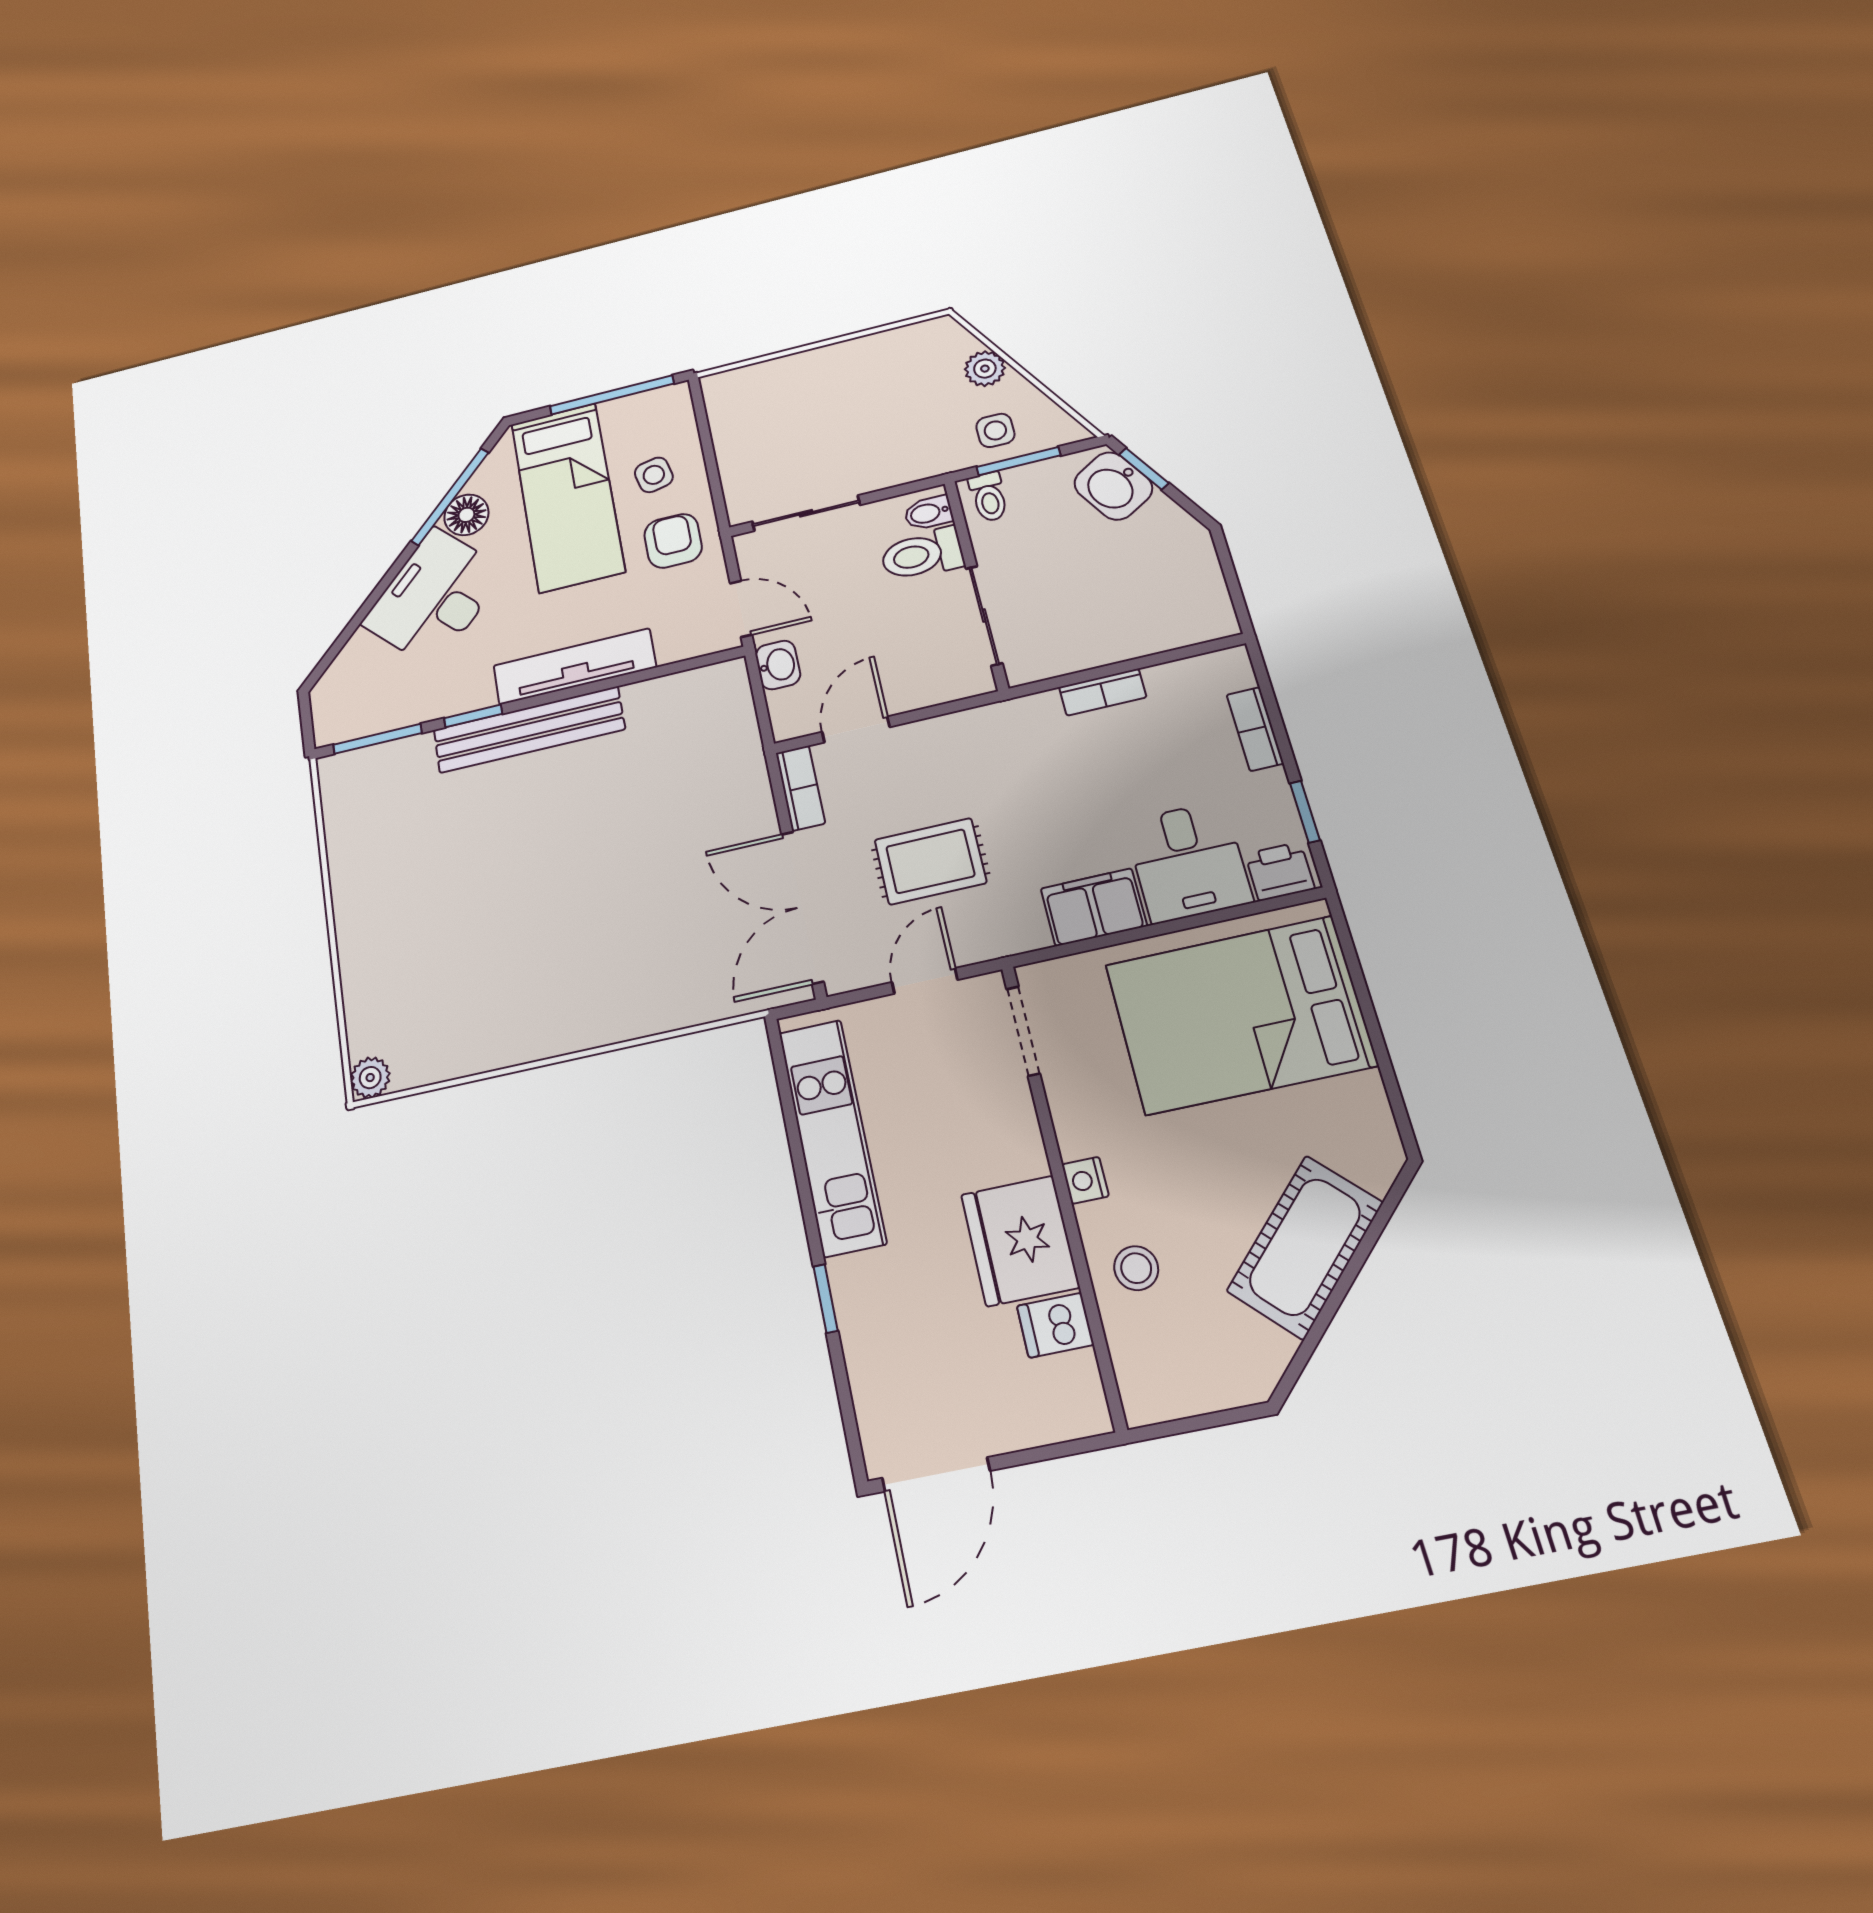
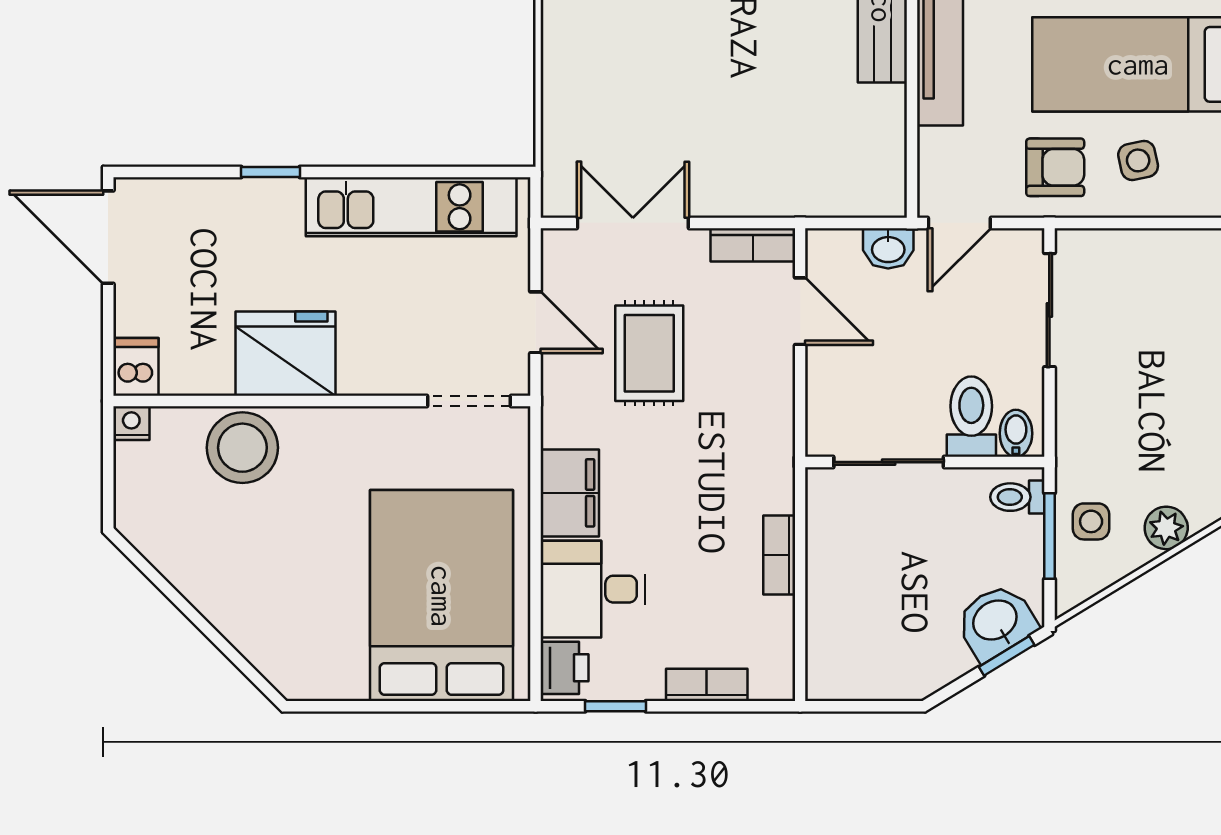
double door: (802, 907) -> (633, 223), width x0.73
nightstand: (1085, 1180) -> (131, 423), moved
cot: (1305, 1247) -> (232, 594), removed
stool: (1136, 1268) -> (242, 448), width x1.89, depth x1.89
dishwasher: (1055, 1325) -> (136, 367), moved

